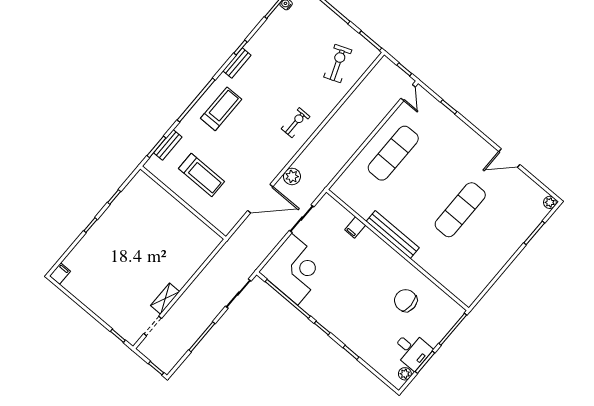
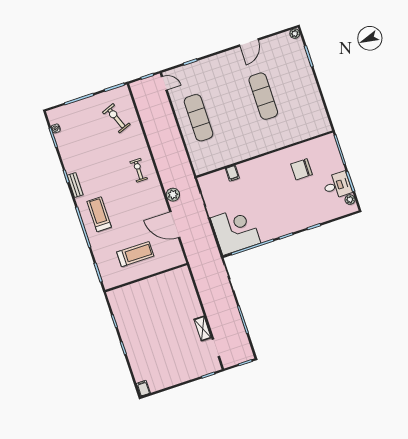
bench: (168, 145) -> (101, 264), removed
door: (260, 199) -> (175, 225), swing flipped
bench: (393, 235) -> (252, 151), removed

